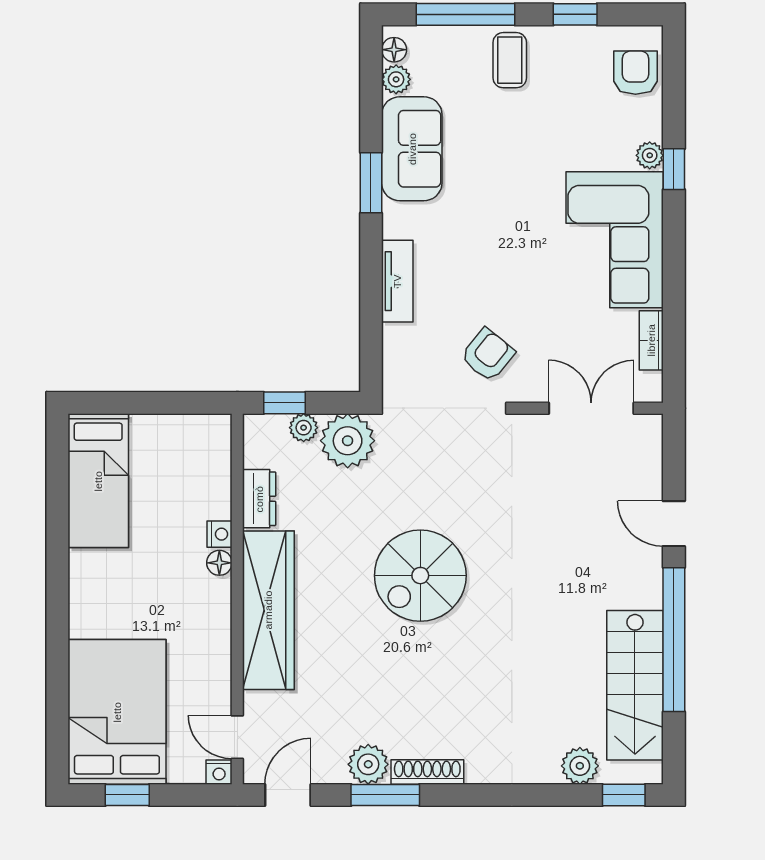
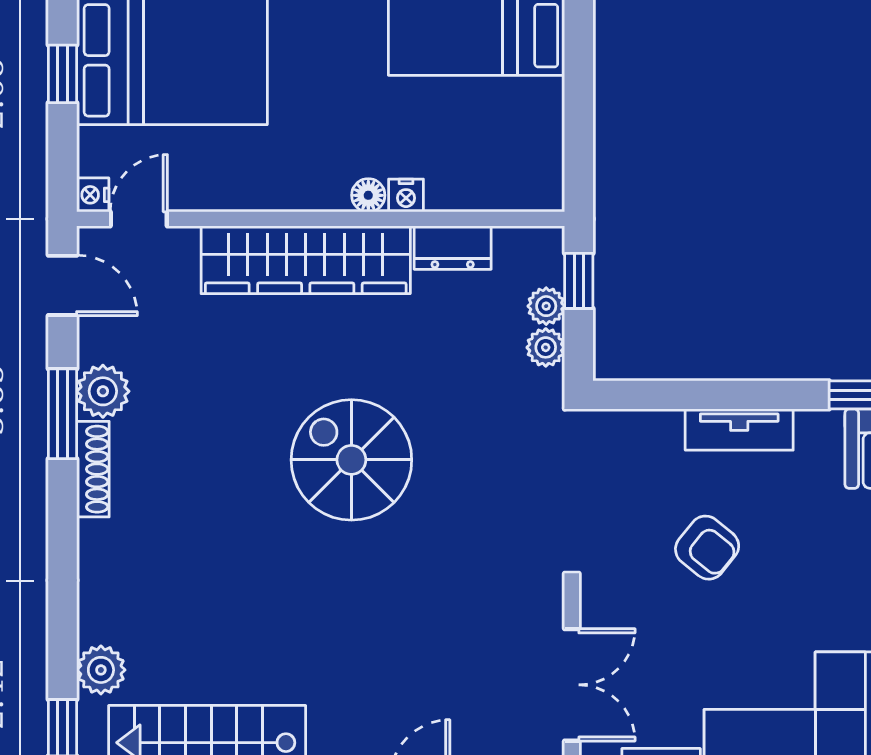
armchair: (488, 355) -> (707, 548), moved
plant: (348, 441) -> (546, 347), width x0.53, depth x0.53

